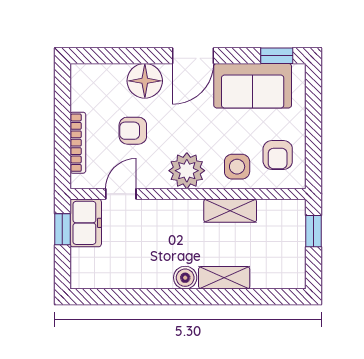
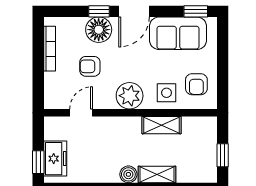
window: (145, 56) -> (99, 11), added
bookcase: (78, 143) -> (50, 49), moved
freezer: (86, 223) -> (55, 159), moved
window: (62, 229) -> (38, 162), moved
window: (313, 231) -> (223, 155), moved

